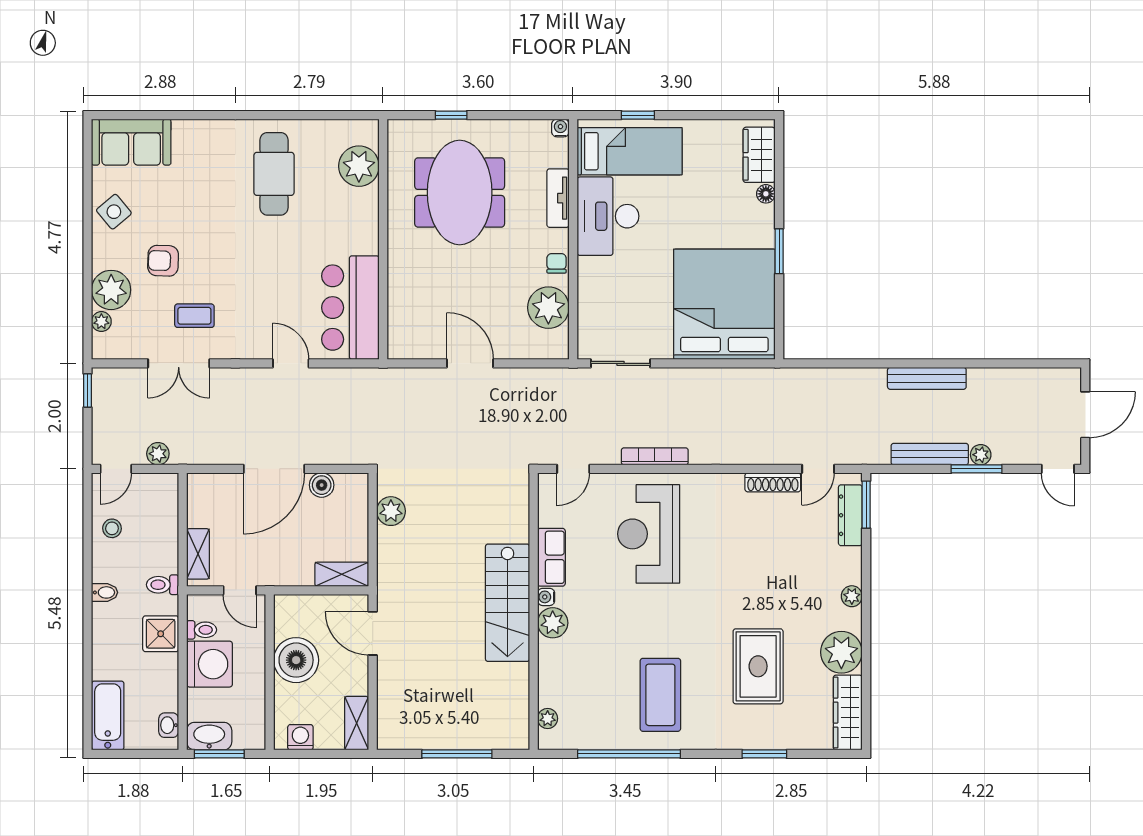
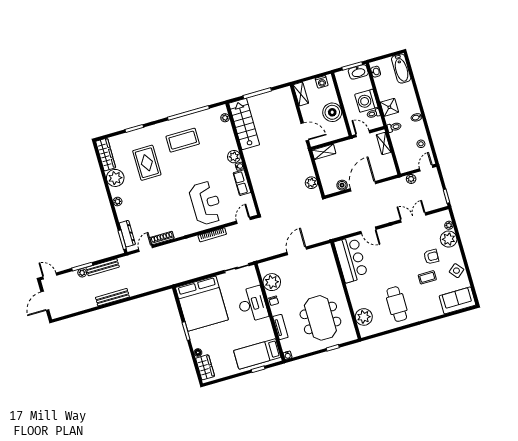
desk: (608, 216) -> (252, 304), moved
coffee table: (194, 316) -> (427, 277), moved
door: (470, 363) -> (297, 251), swing flipped
stairs: (508, 603) -> (244, 124), moved
coffee table: (660, 695) -> (183, 140), turned 90

